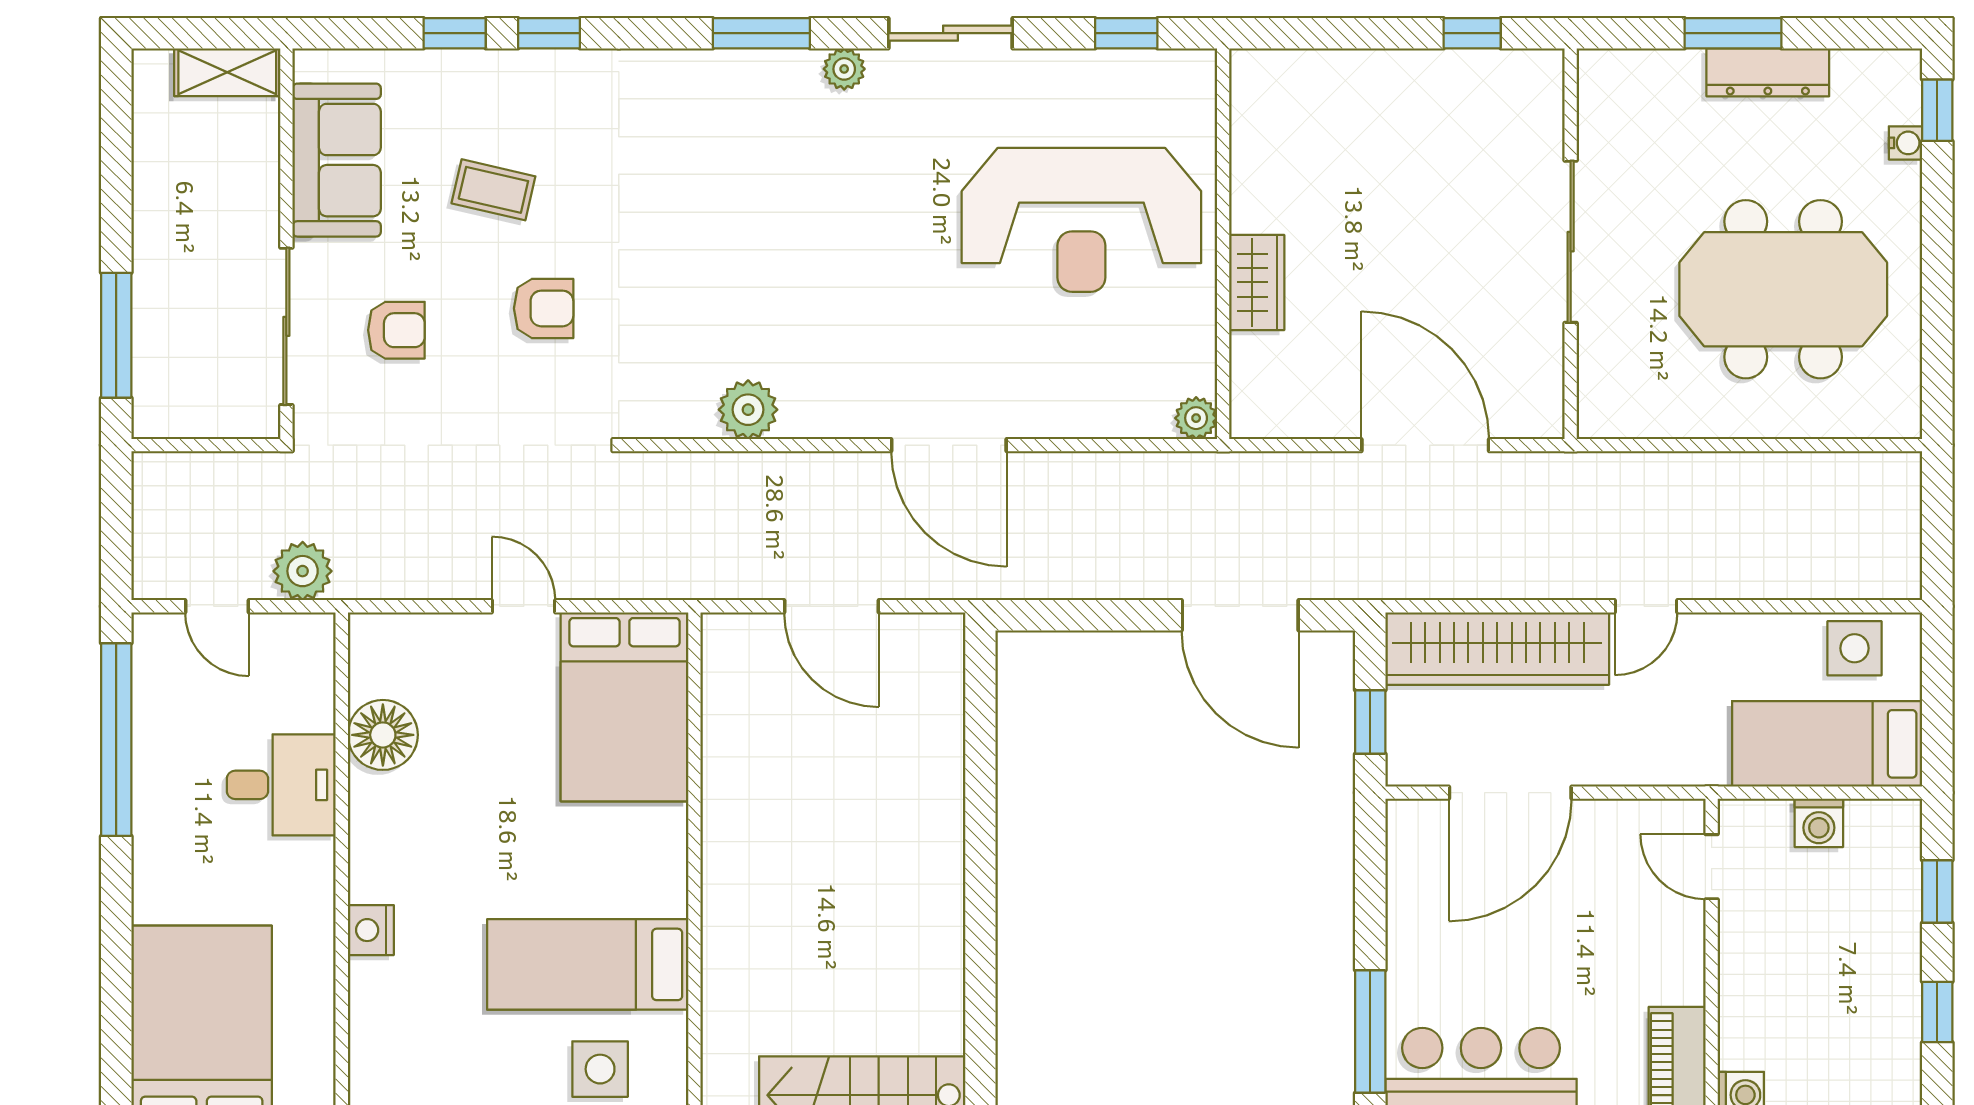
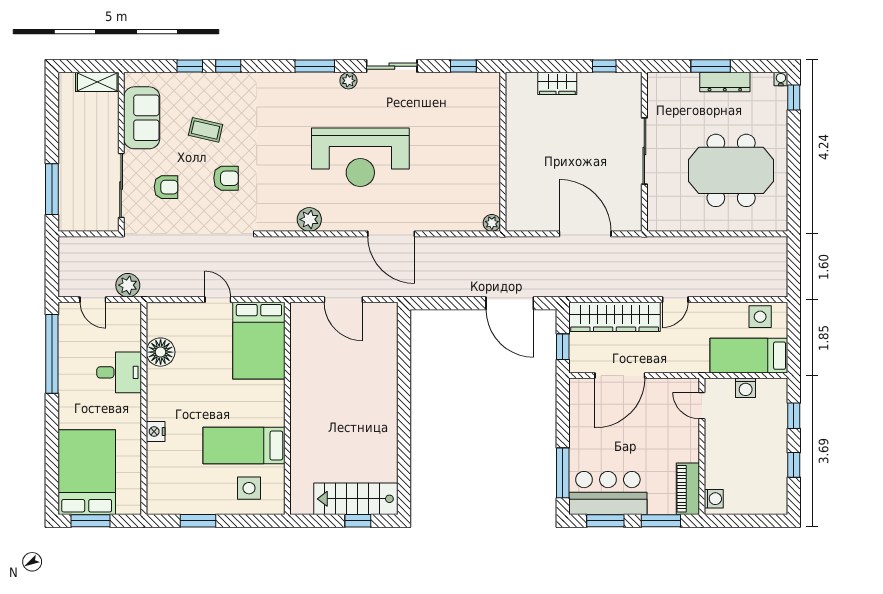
water cooler: (1905, 143) -> (781, 79), moved, turned -90
reception desk: (1081, 220) -> (360, 157), moved
wardrobe: (1257, 282) -> (557, 83), moved, turned 90

